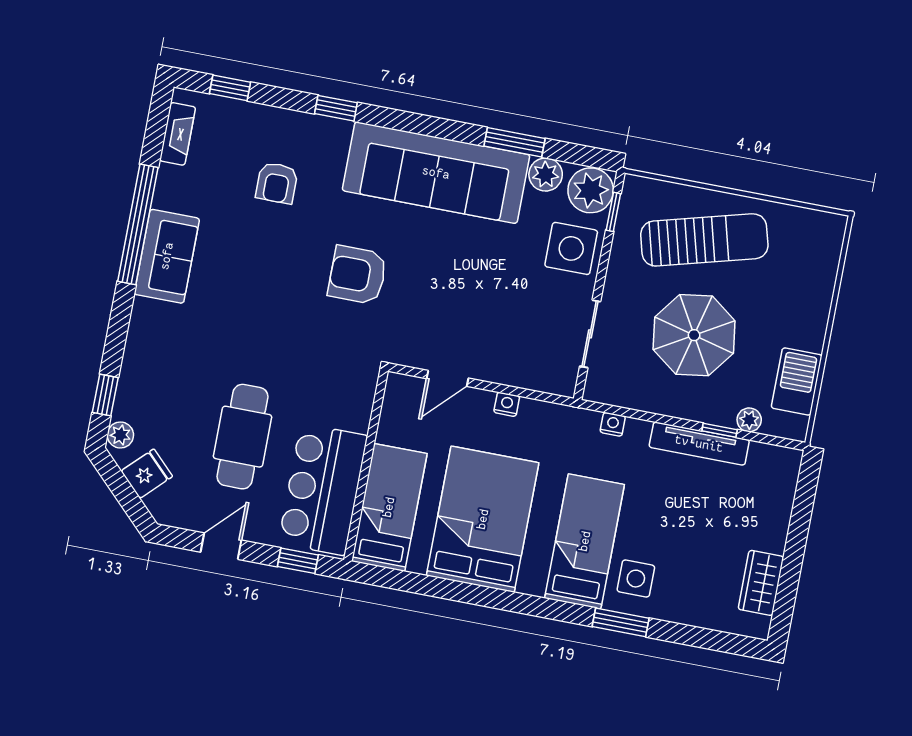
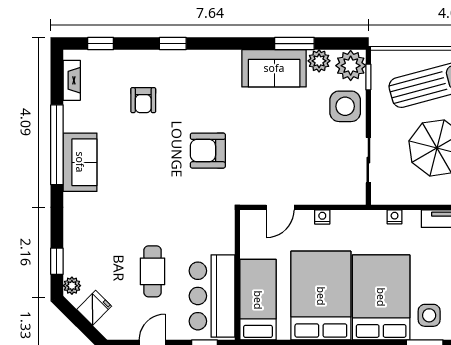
sofa: (436, 173) -> (274, 68), width x0.54, depth x0.79
cafe table: (242, 437) -> (152, 271), width x0.73, depth x0.74
bed: (585, 541) -> (381, 297), width x1.50

